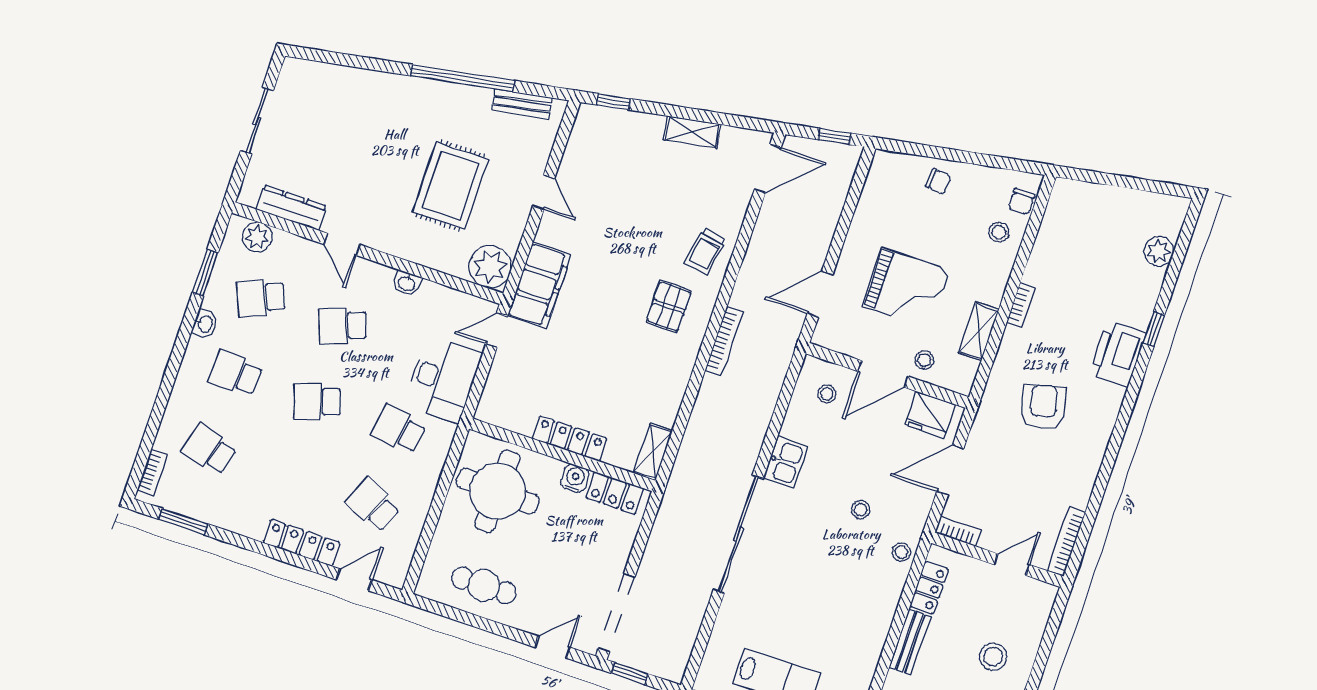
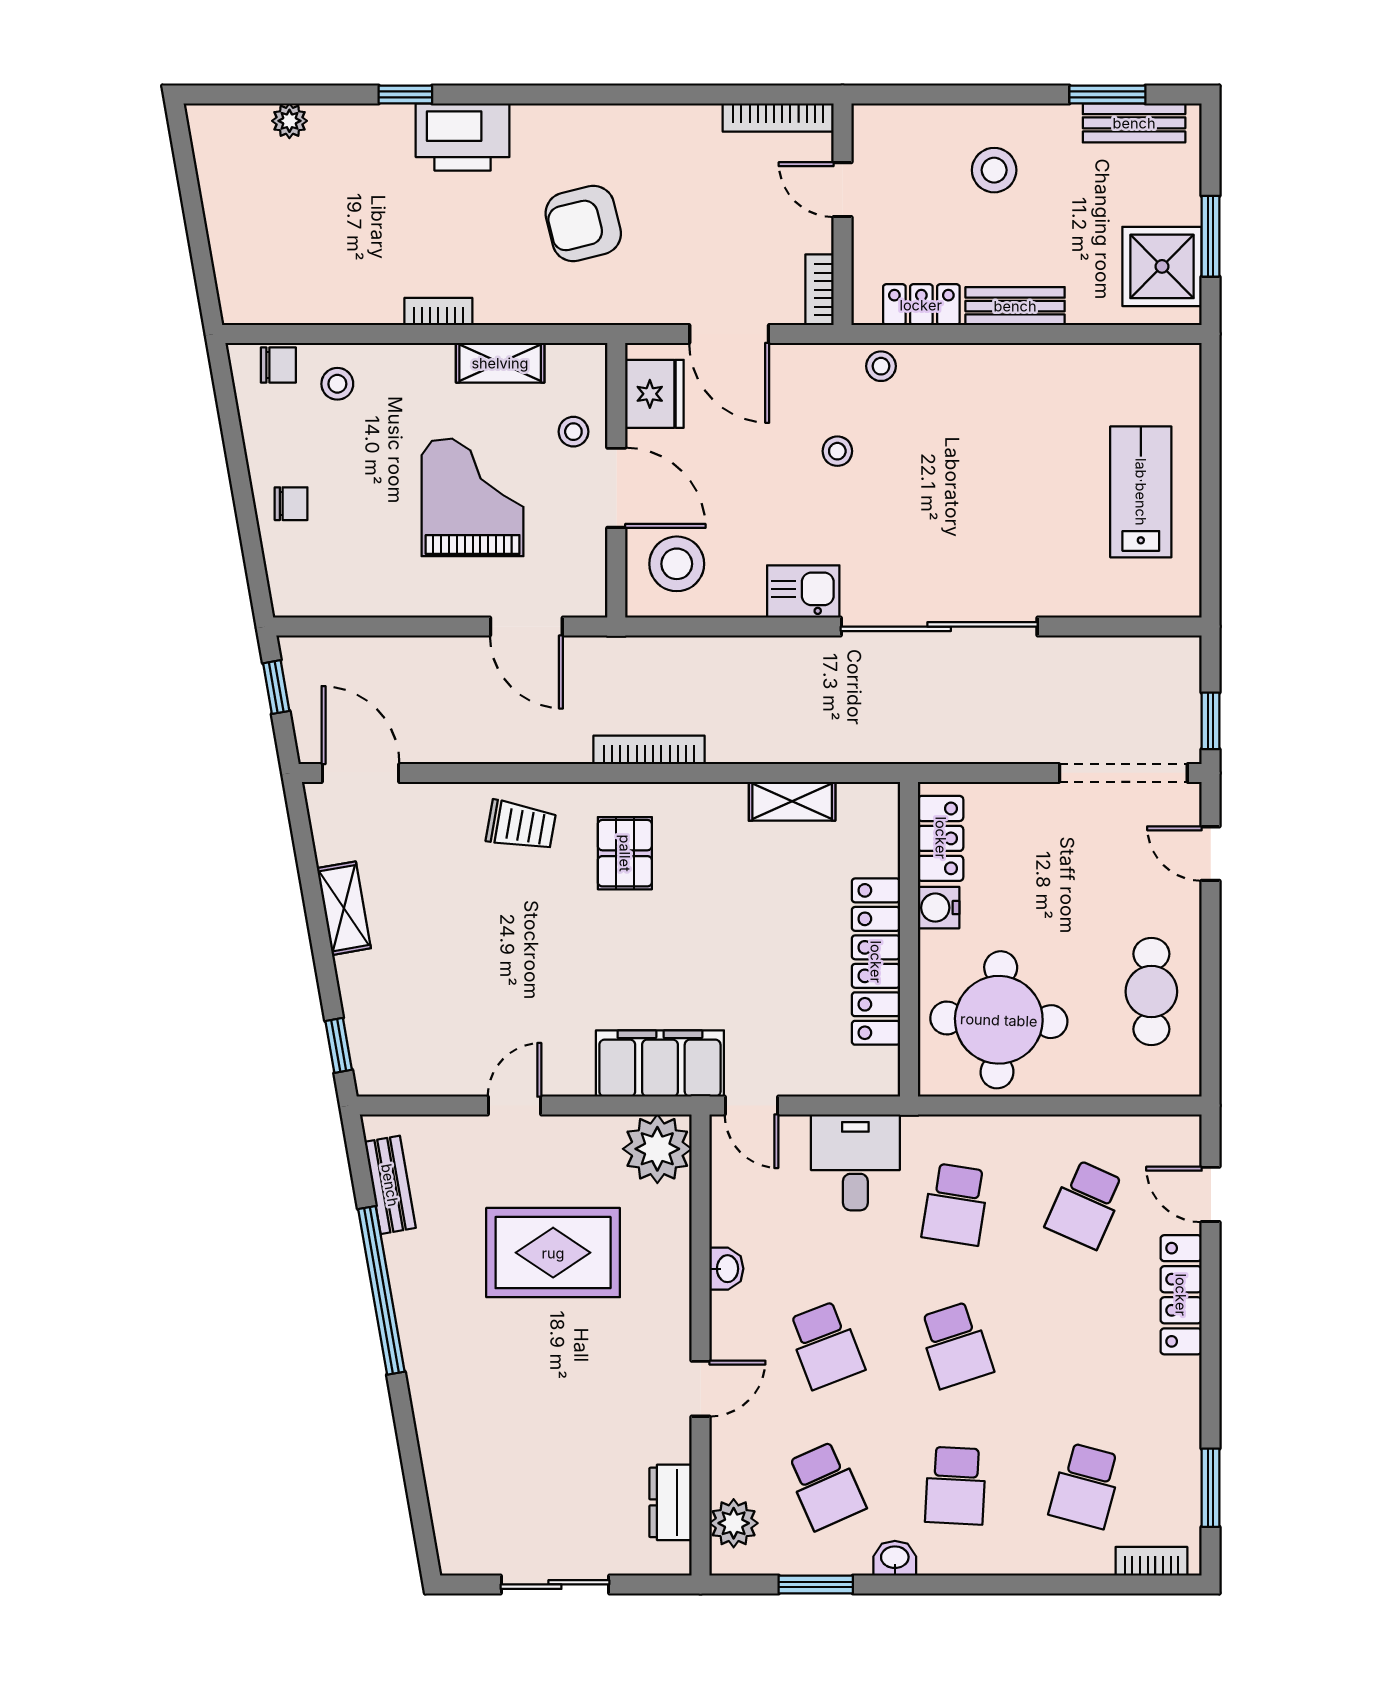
chair: (938, 181) -> (291, 504), turned 84
dresser: (291, 208) -> (670, 1502), width x0.70
plant: (1159, 251) -> (289, 121), width x0.73, depth x0.73
pallet: (669, 306) -> (625, 853), turned 90
desk: (443, 379) -> (855, 1162), width x0.73
stool: (827, 394) -> (677, 564), width x1.89, depth x1.89
locker: (570, 439) -> (876, 962), width x1.41, depth x1.21
shelving: (653, 452) -> (792, 801), moved

